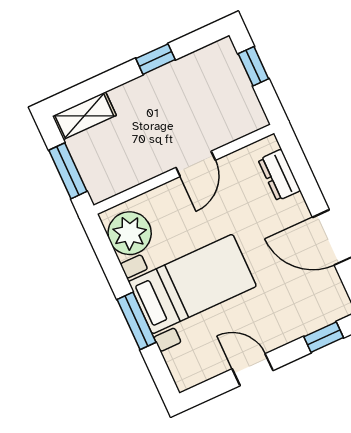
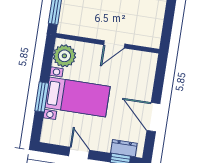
window: (253, 66) -> (169, 18), removed
dresser: (279, 175) -> (124, 148), moved, turned 90

